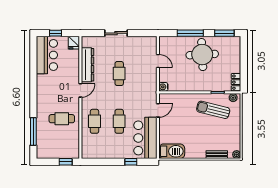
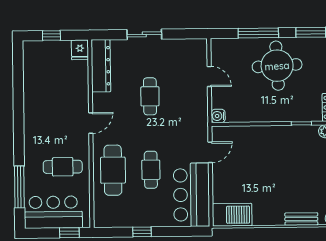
bar counter: (47, 55) -> (53, 212), moved, turned -90
dresser: (87, 65) -> (101, 66), moved
sun lounger: (213, 110) -> (295, 150), removed
cafe table: (94, 121) -> (113, 170), width x1.37, depth x1.35
window: (131, 162) -> (142, 232), moved

